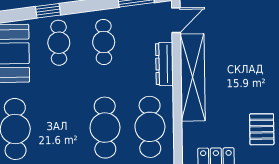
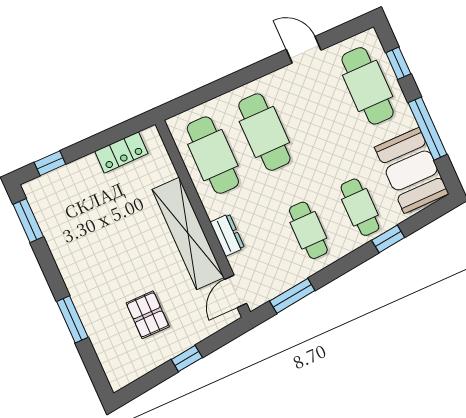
dresser: (164, 64) -> (227, 235), width x0.70
pallet: (262, 129) -> (148, 315), moved

